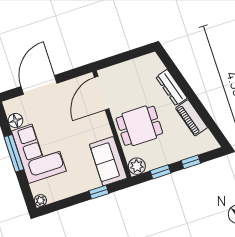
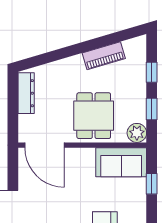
dresser: (172, 88) -> (26, 93), moved, turned -74

